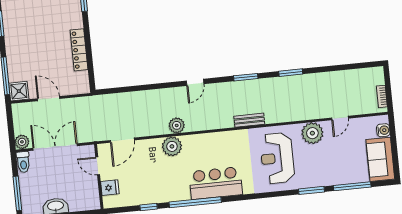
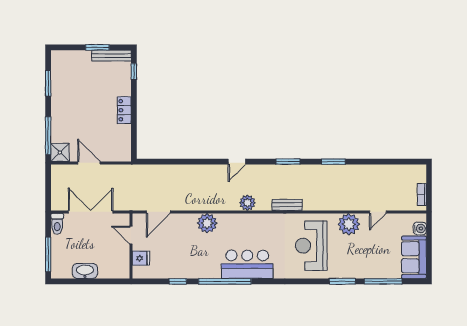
locker: (79, 50) -> (124, 110), width x0.66
plant: (177, 125) -> (247, 203), moved
plant: (22, 142) -> (58, 203), removed

